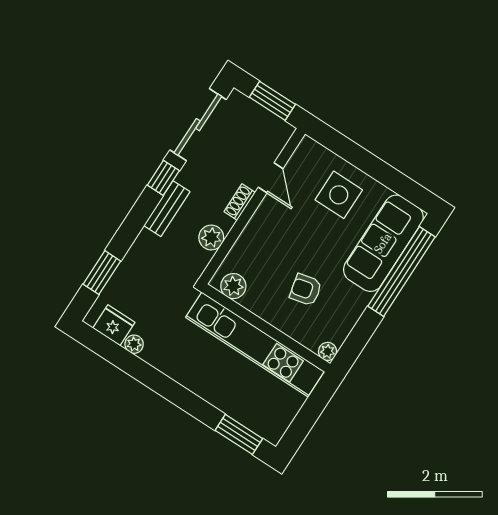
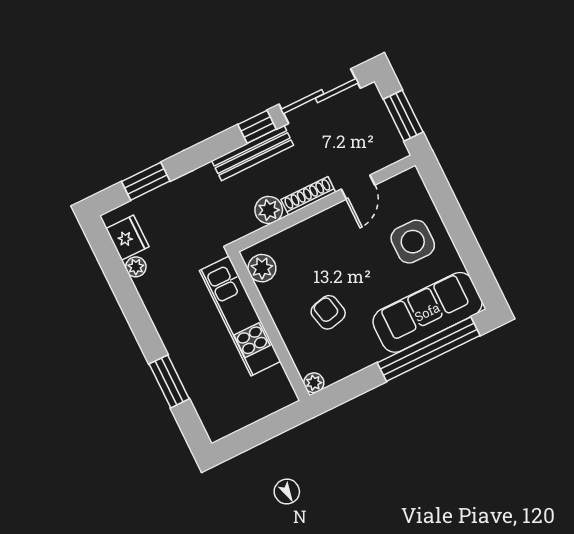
shoe rack: (240, 202) -> (308, 196), width x1.43
bench: (167, 209) -> (253, 153), width x1.36
kitchen unit: (255, 344) -> (240, 316), width x0.73
window: (239, 434) -> (169, 381), moved

